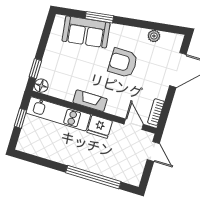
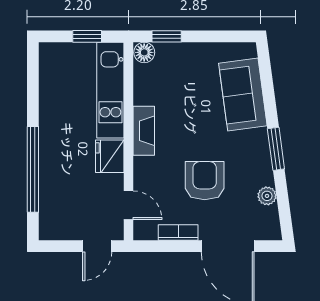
window: (99, 17) -> (276, 149), moved
armchair: (123, 63) -> (205, 181), moved
bookcase: (156, 112) -> (178, 232), moved
door: (134, 124) -> (129, 205), hinge flipped

